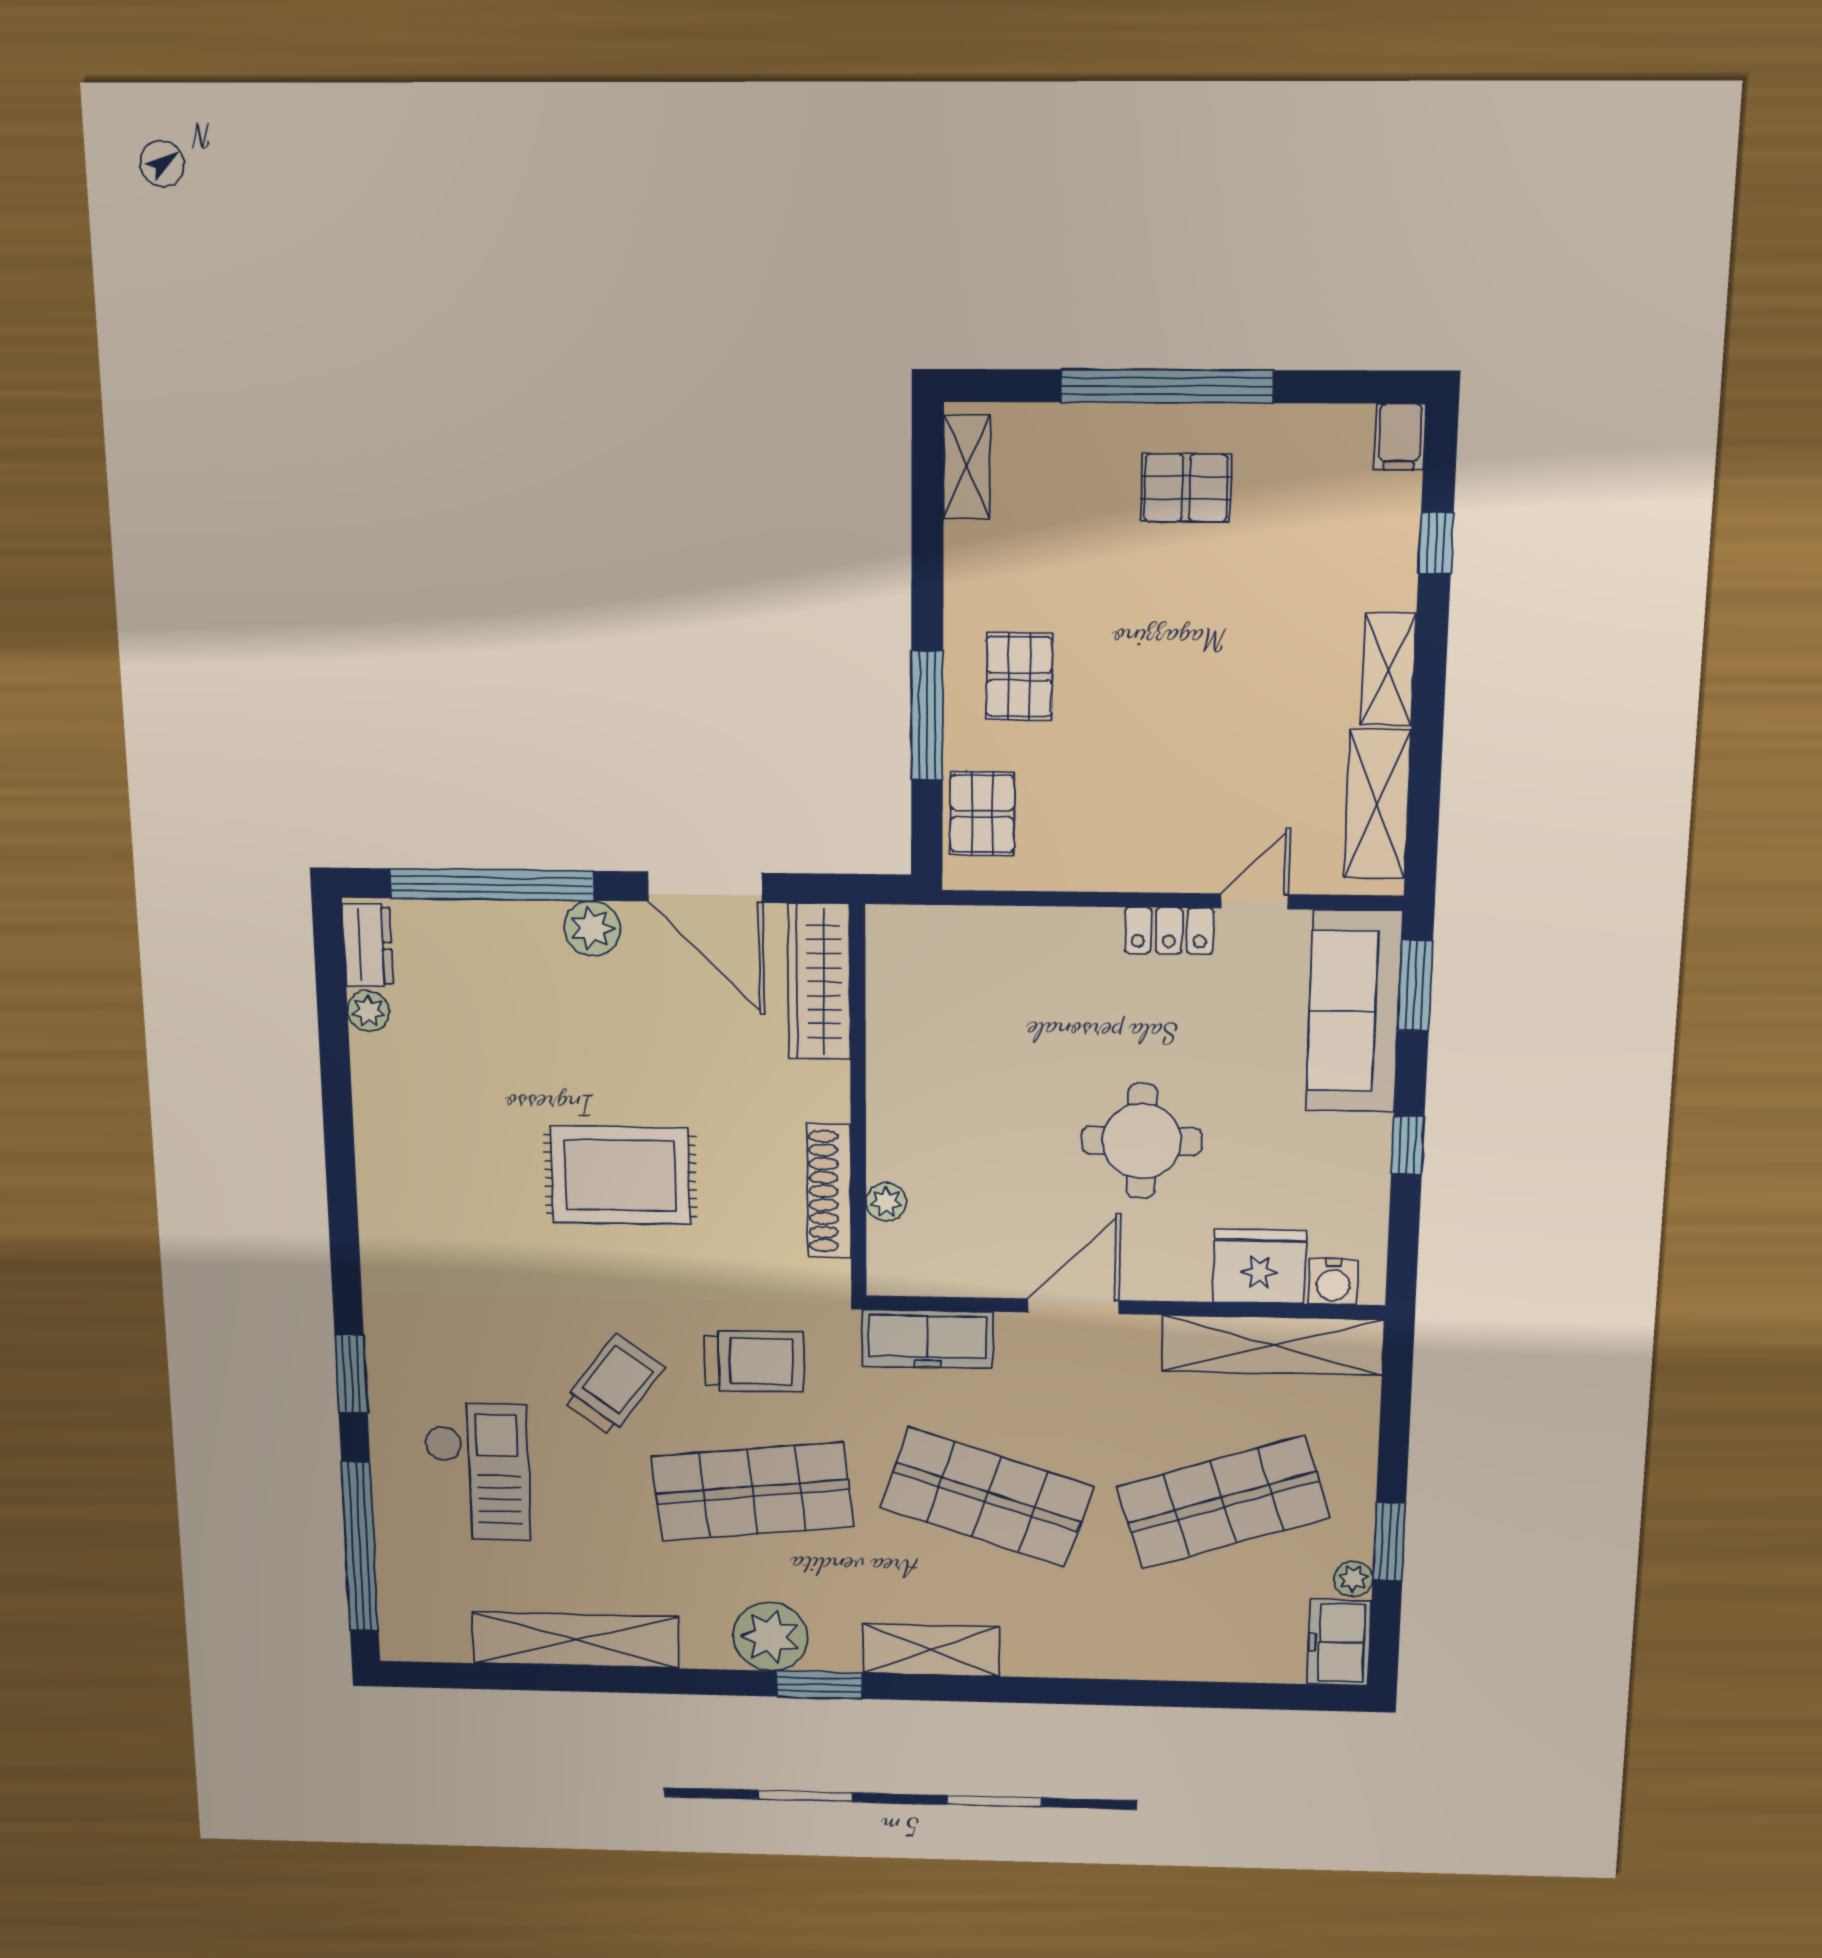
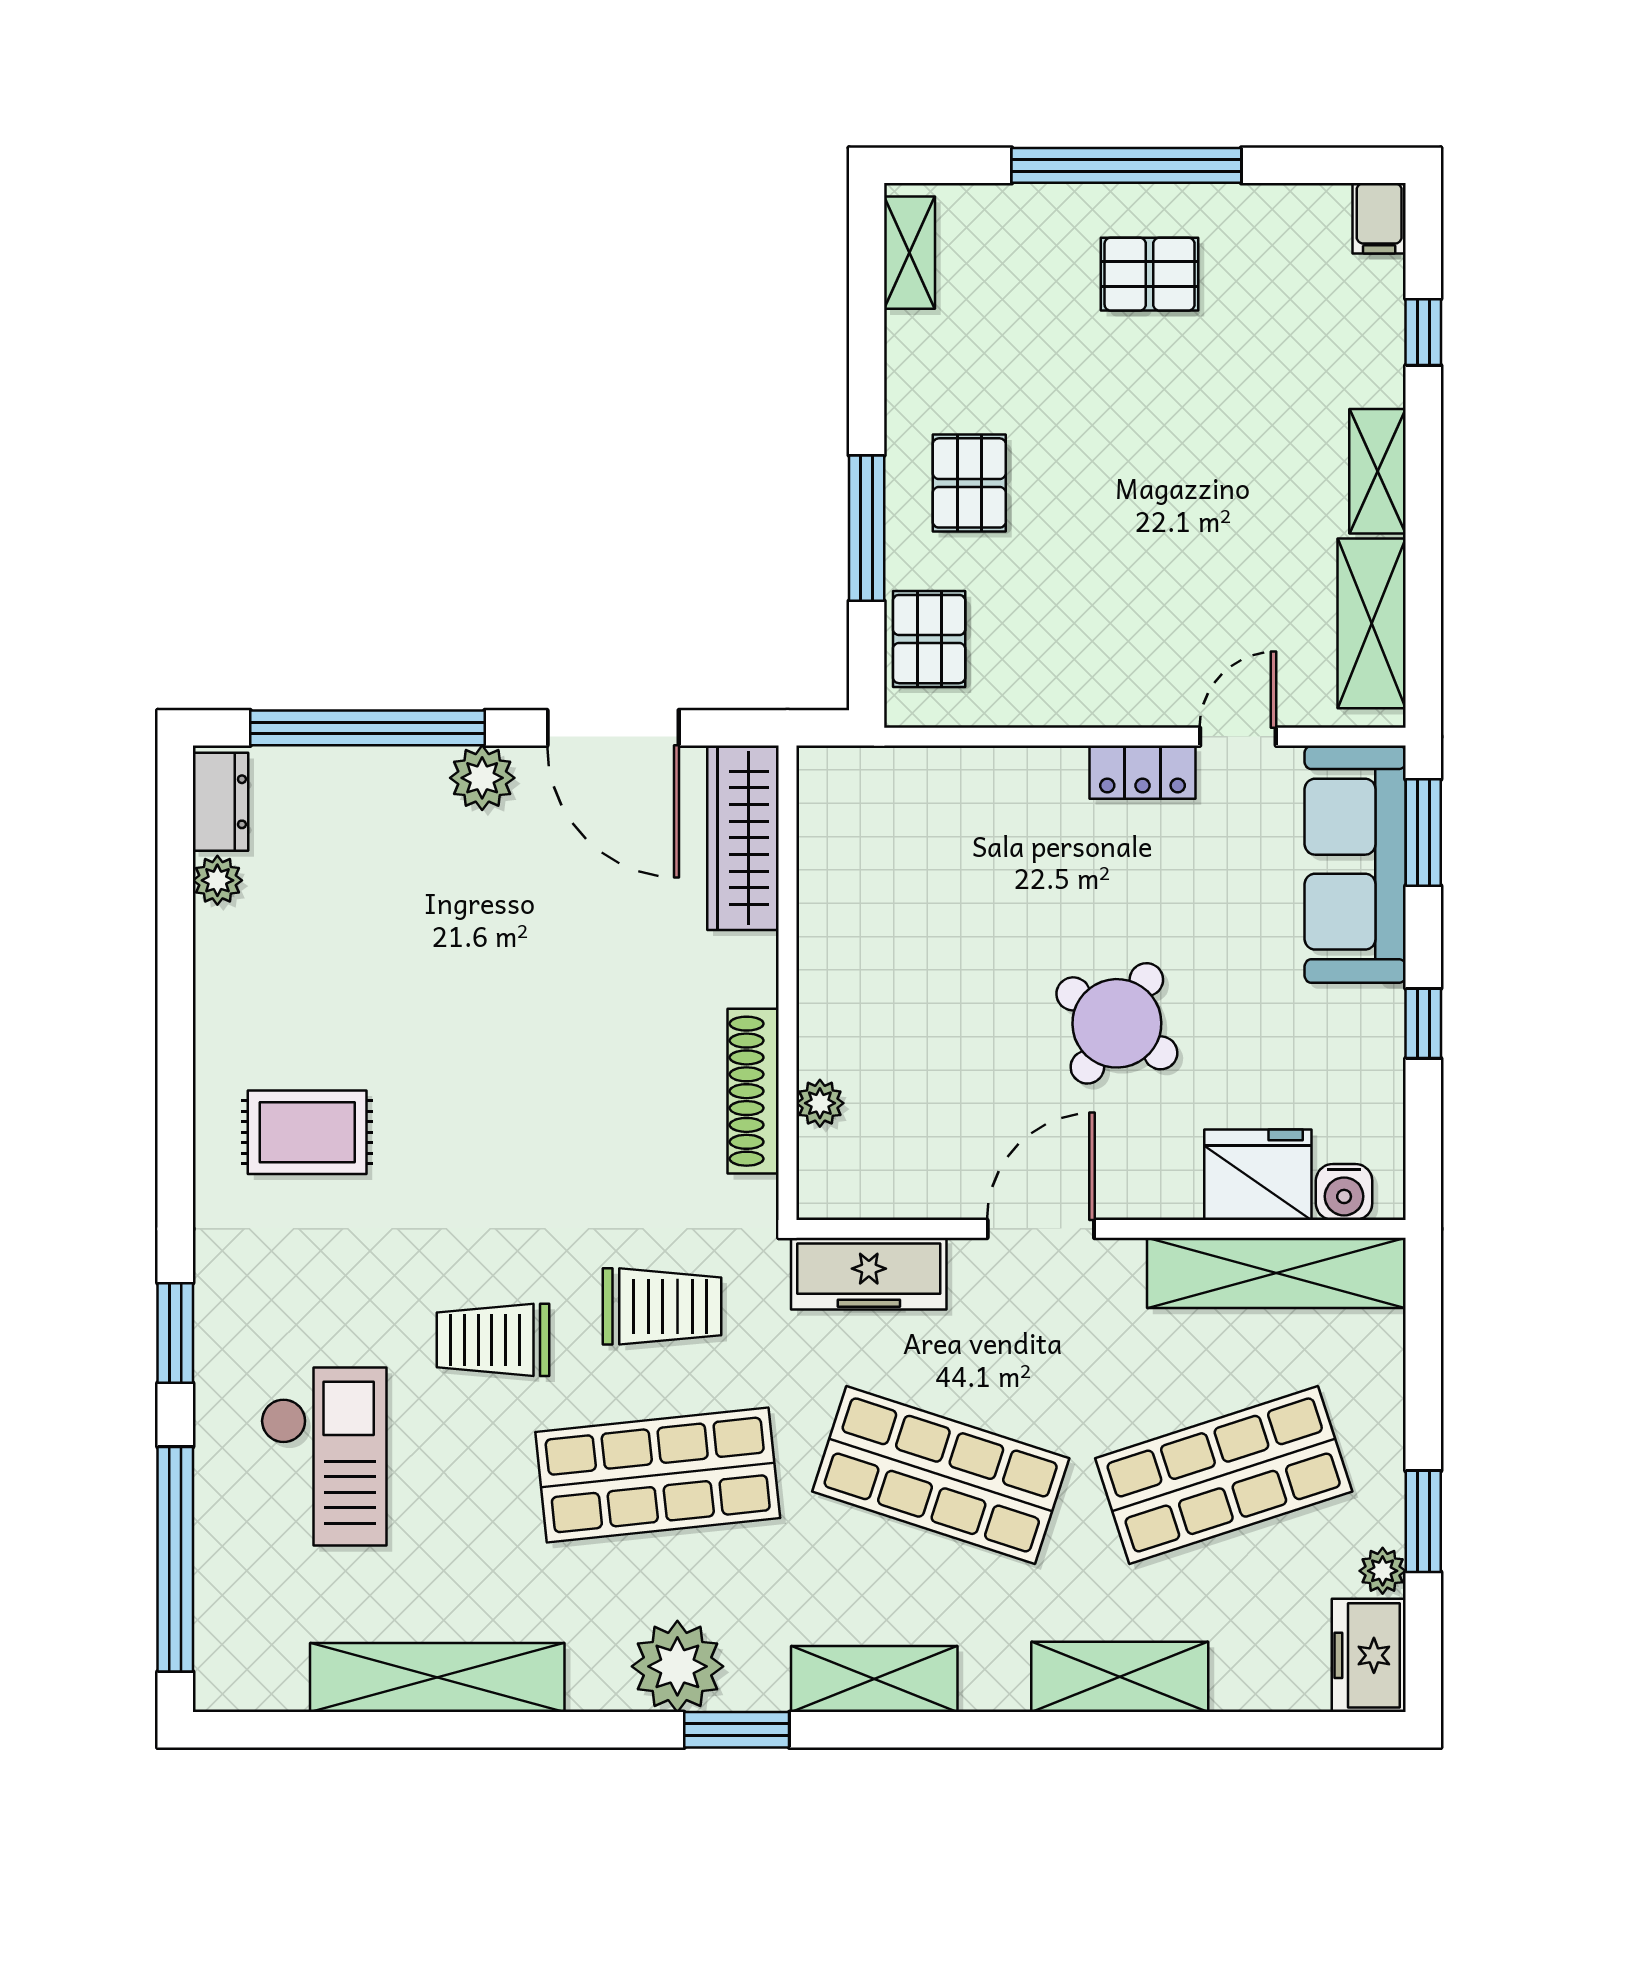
round table: (1142, 1141) -> (1117, 1023), turned 34
rug: (620, 1175) -> (307, 1132), moved, width x0.73, depth x0.70
trolley: (614, 1385) -> (493, 1340), turned -127
shelving: (1133, 1653) -> (1120, 1677), added

